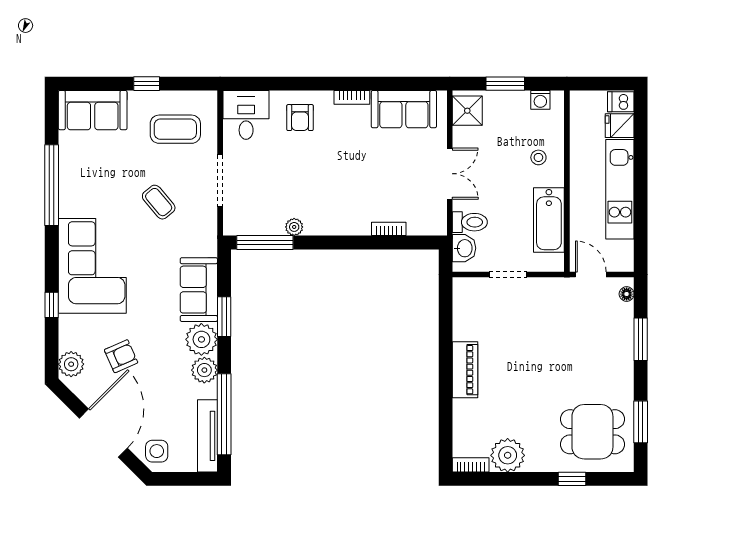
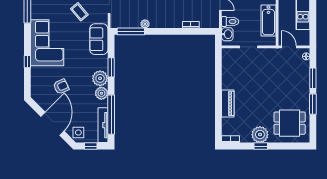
sofa: (199, 290) -> (99, 39), moved
plant: (71, 364) -> (37, 90), removed
piano: (465, 370) -> (228, 103), moved
window: (641, 422) -> (313, 104), moved
plant: (508, 455) -> (260, 135), moved
window: (182, 479) -> (91, 146), added
window: (572, 479) -> (261, 146), moved

